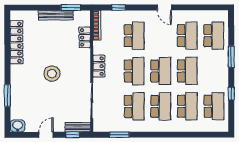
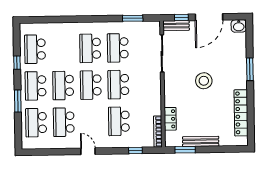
locker: (99, 66) -> (155, 89), removed
window: (7, 96) -> (250, 69), moved
school desk: (187, 106) -> (36, 86), moved
door: (46, 135) -> (209, 17), width x1.87

